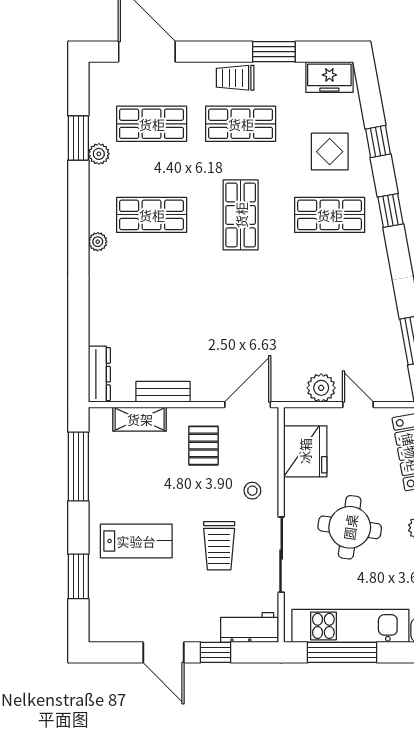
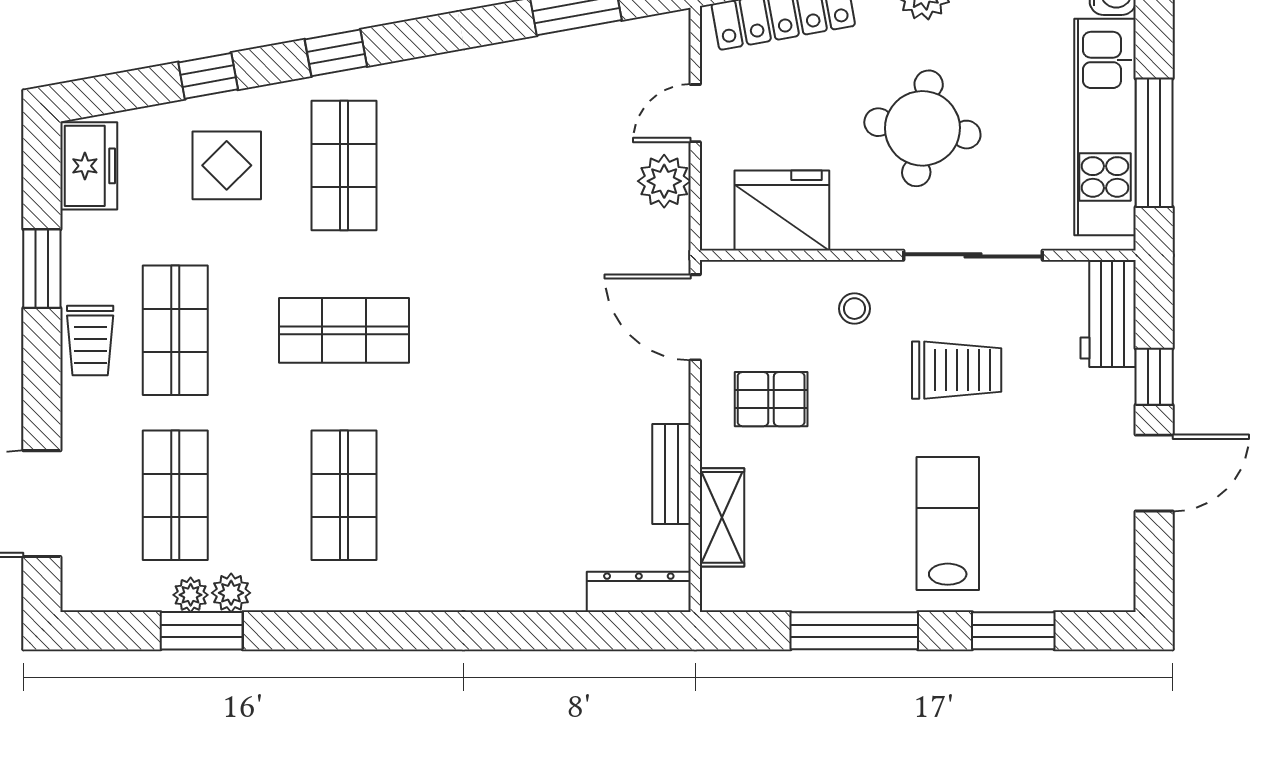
plant: (98, 242) -> (191, 595), moved
window: (78, 467) -> (854, 631), moved

